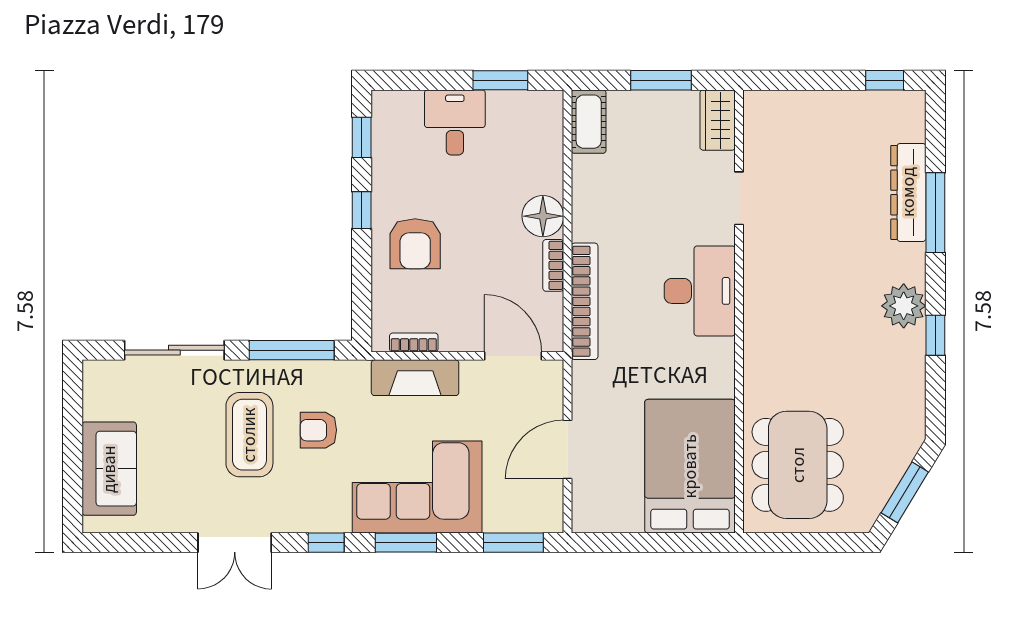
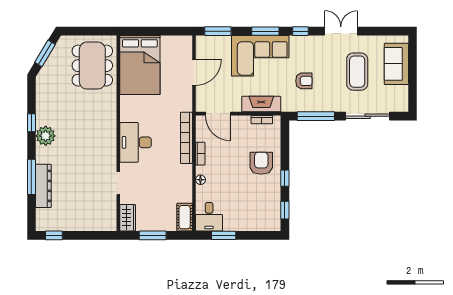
desk: (455, 122) -> (209, 217), moved
floor lamp: (543, 216) -> (200, 180), width x0.53, depth x0.53
coffee table: (249, 435) -> (357, 72), moved

